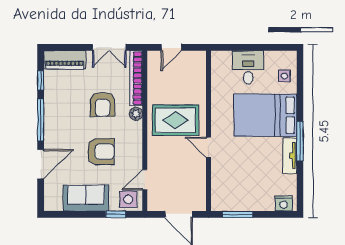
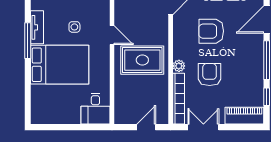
desk: (248, 67) -> (95, 109), moved
side table: (284, 76) -> (74, 27), moved

